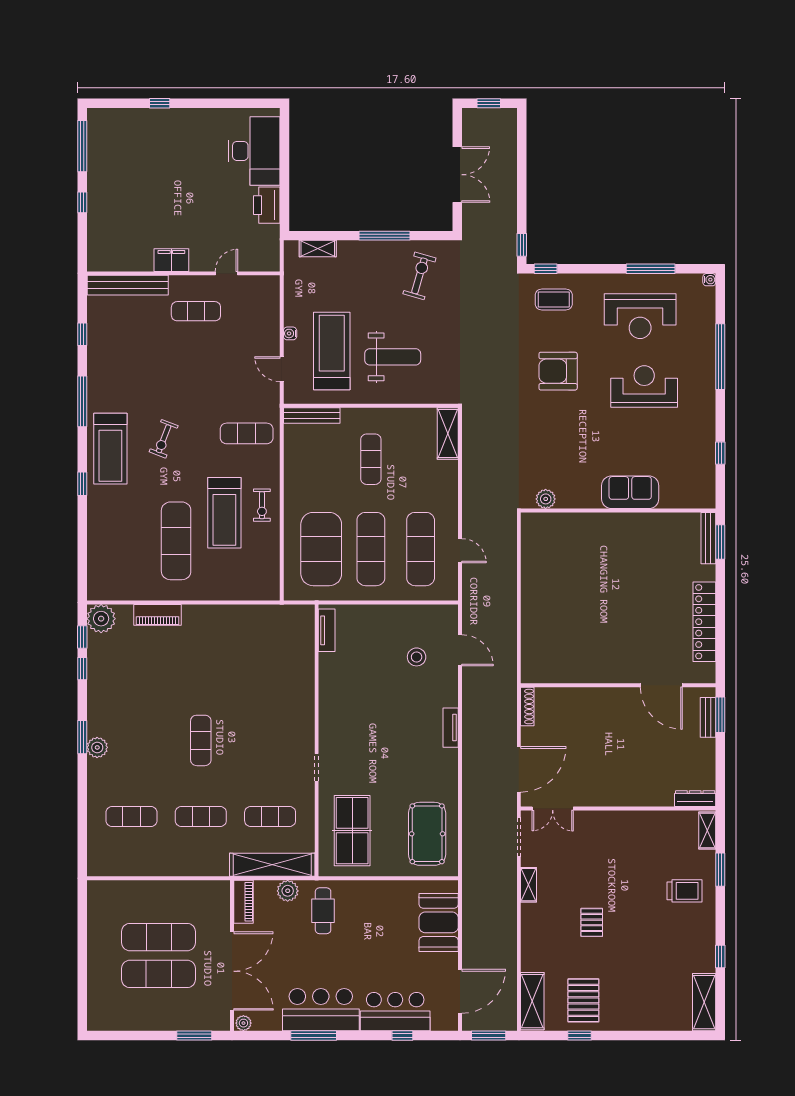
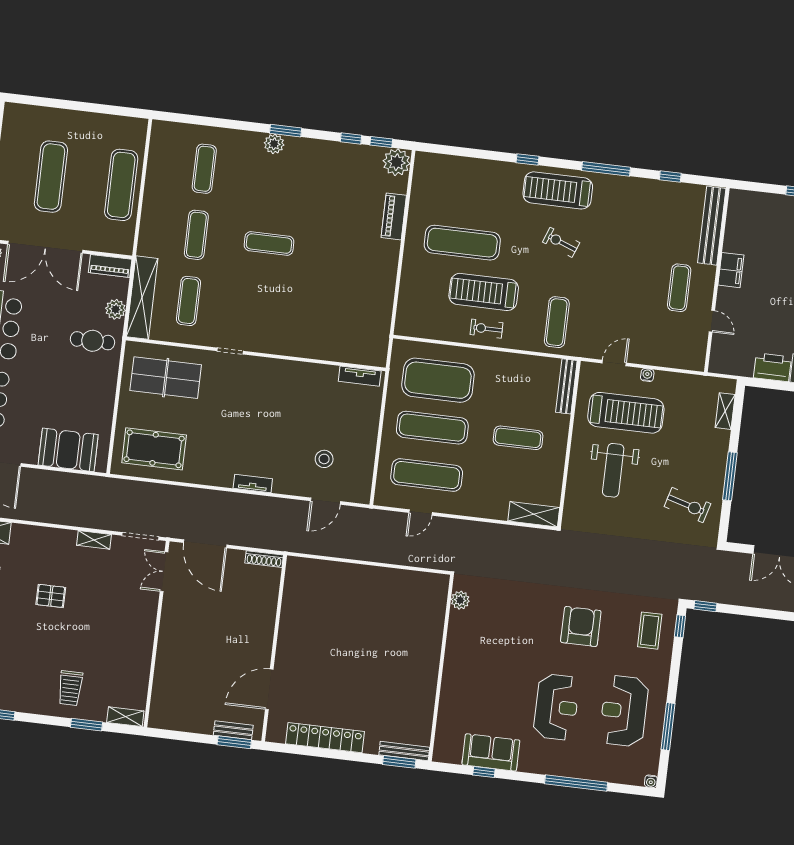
sofa: (630, 492) -> (491, 752), moved, turned -90
dresser: (695, 799) -> (157, 709), removed
exercise mat: (159, 937) -> (121, 185), moved

